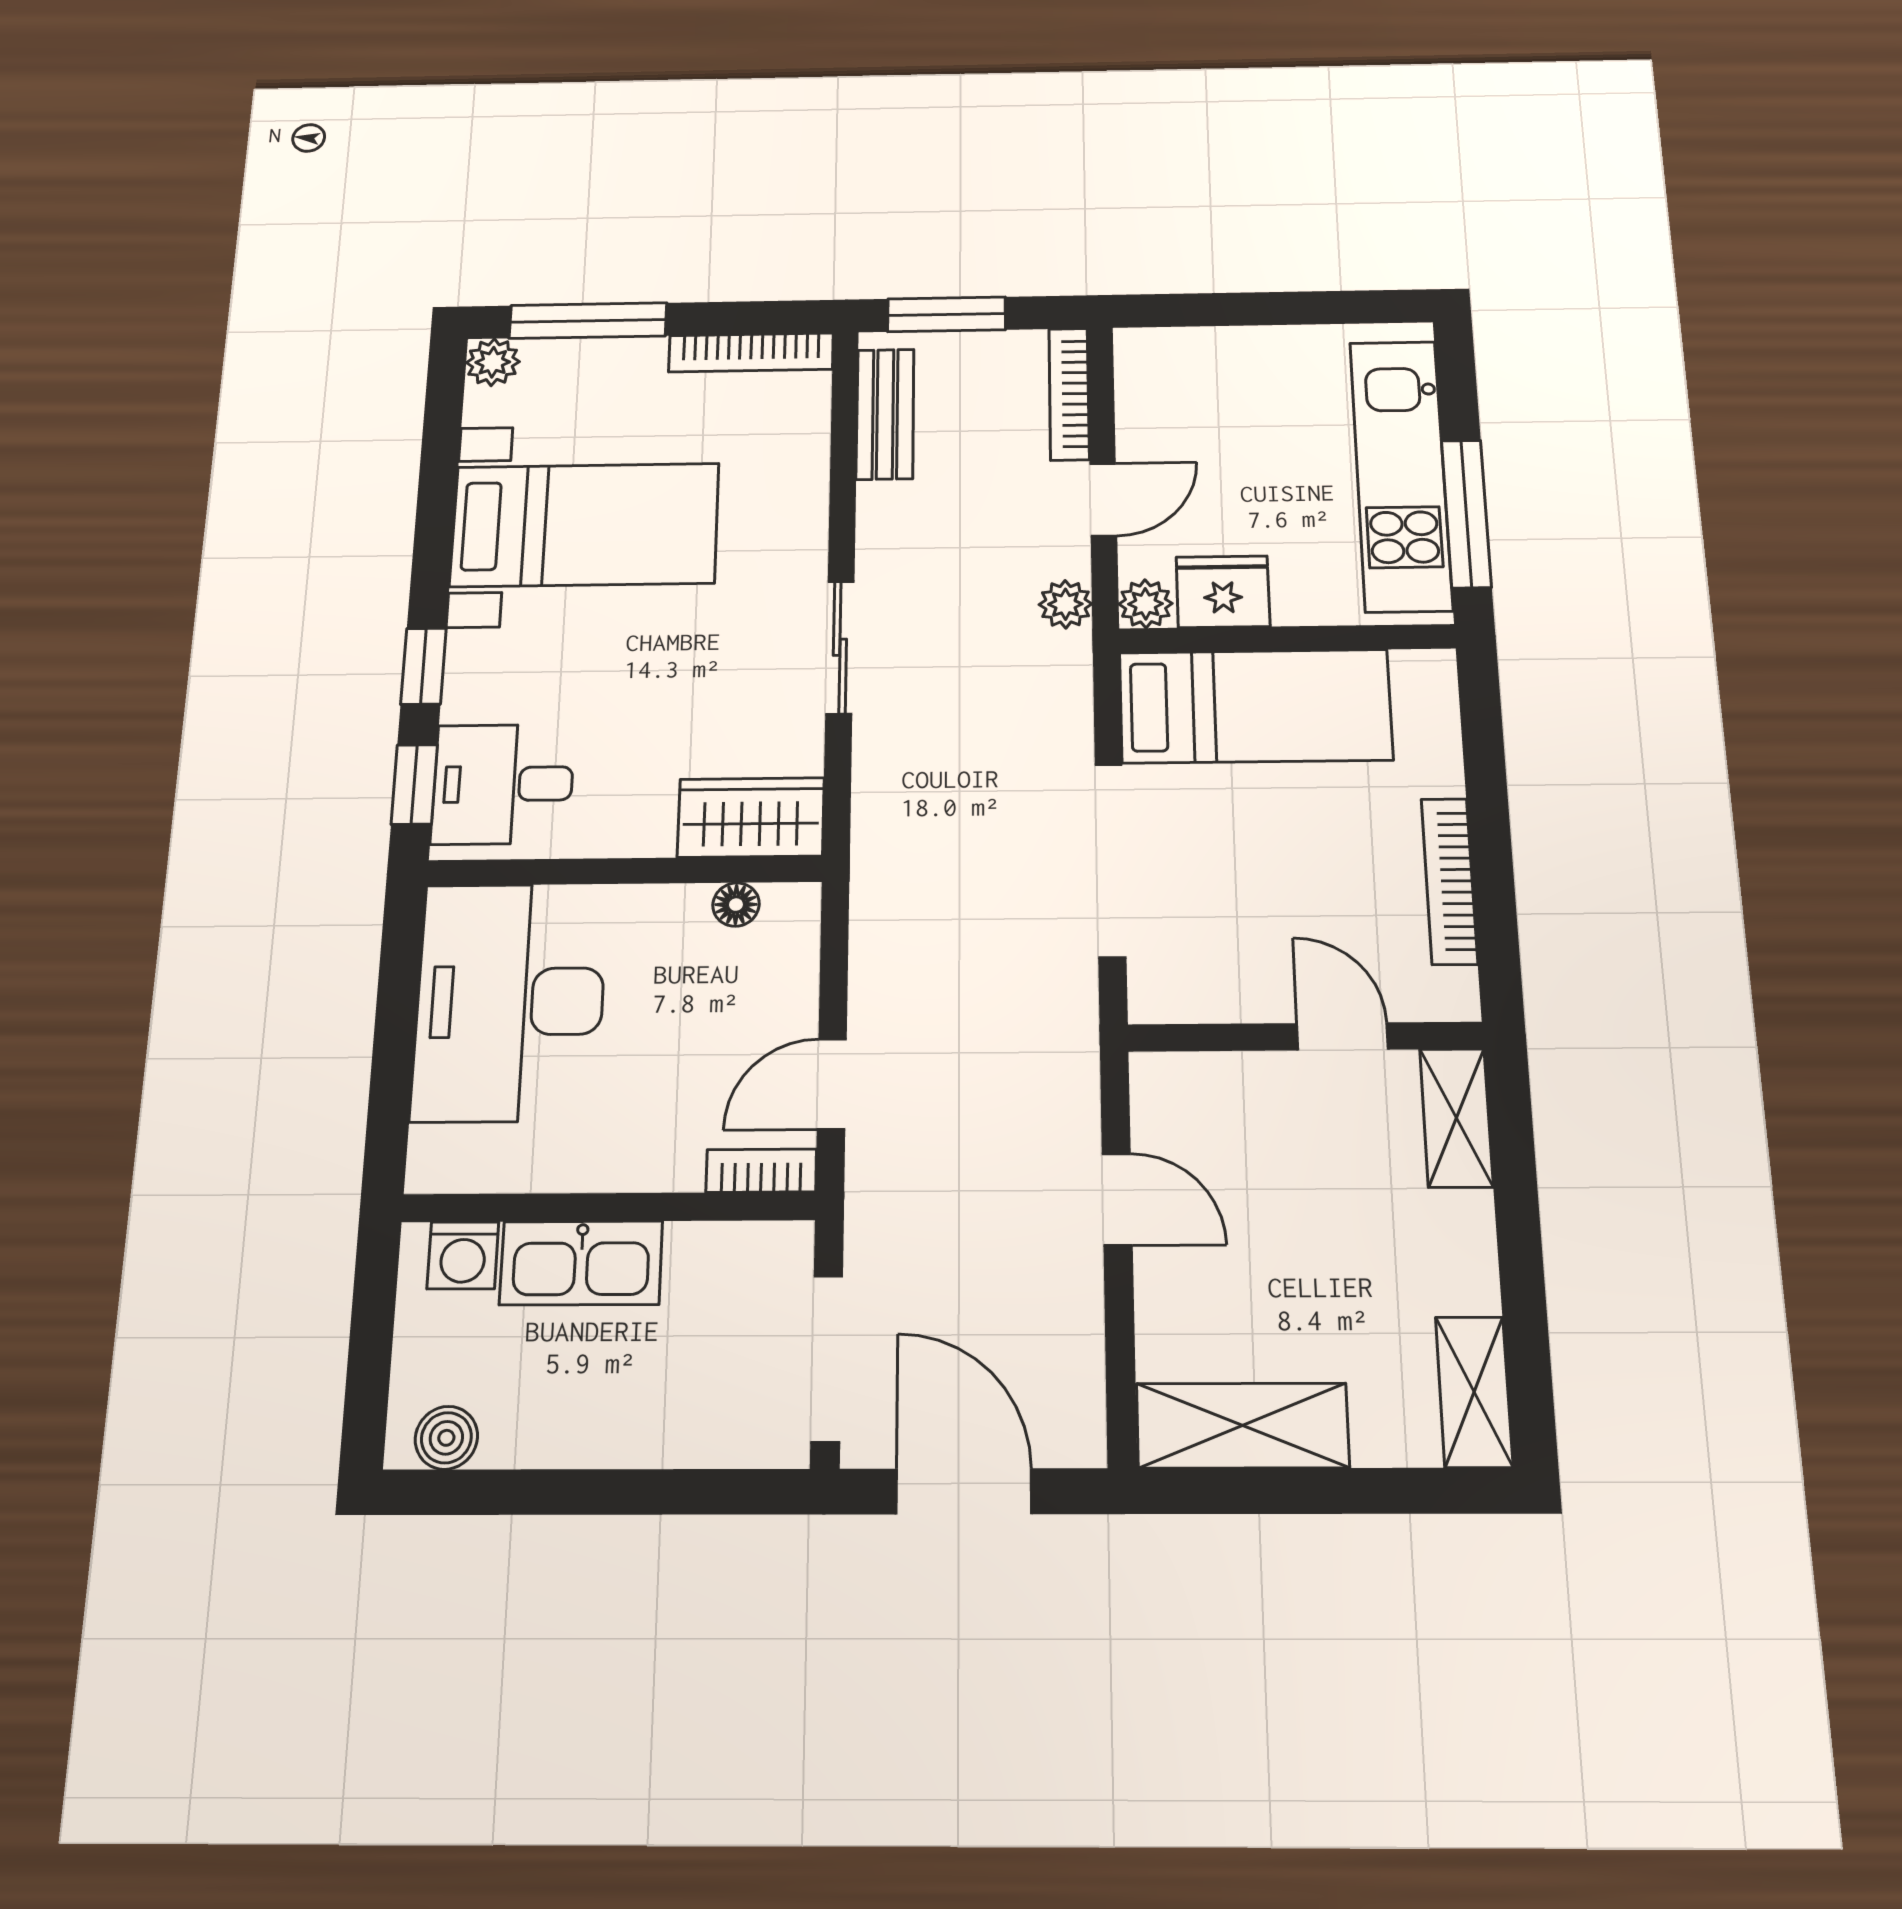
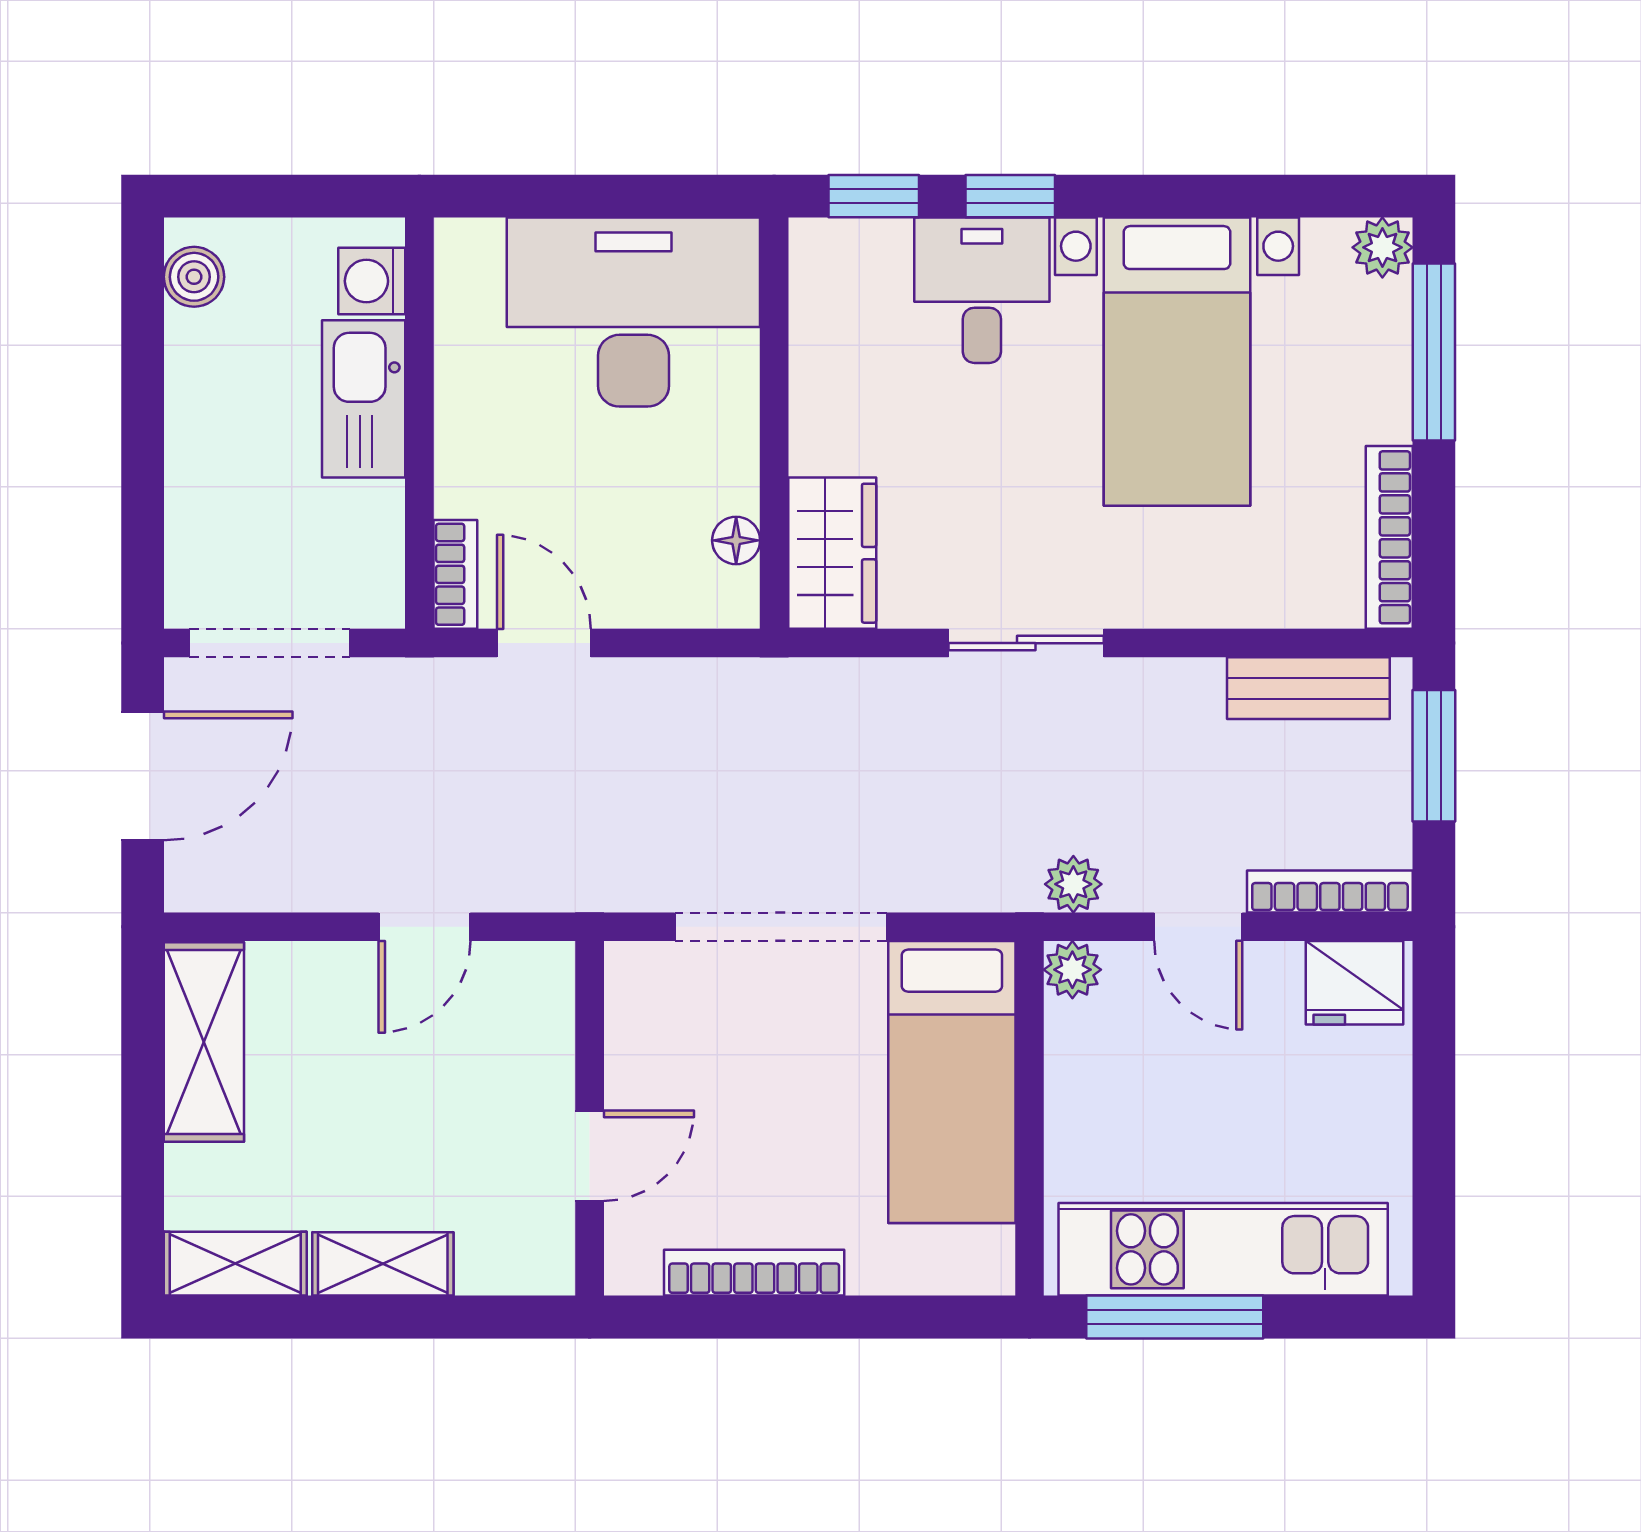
fridge: (1223, 592) -> (1355, 983), moved, turned 90
desk: (503, 784) -> (982, 290), moved
shelving: (1456, 1118) -> (383, 1264), moved

